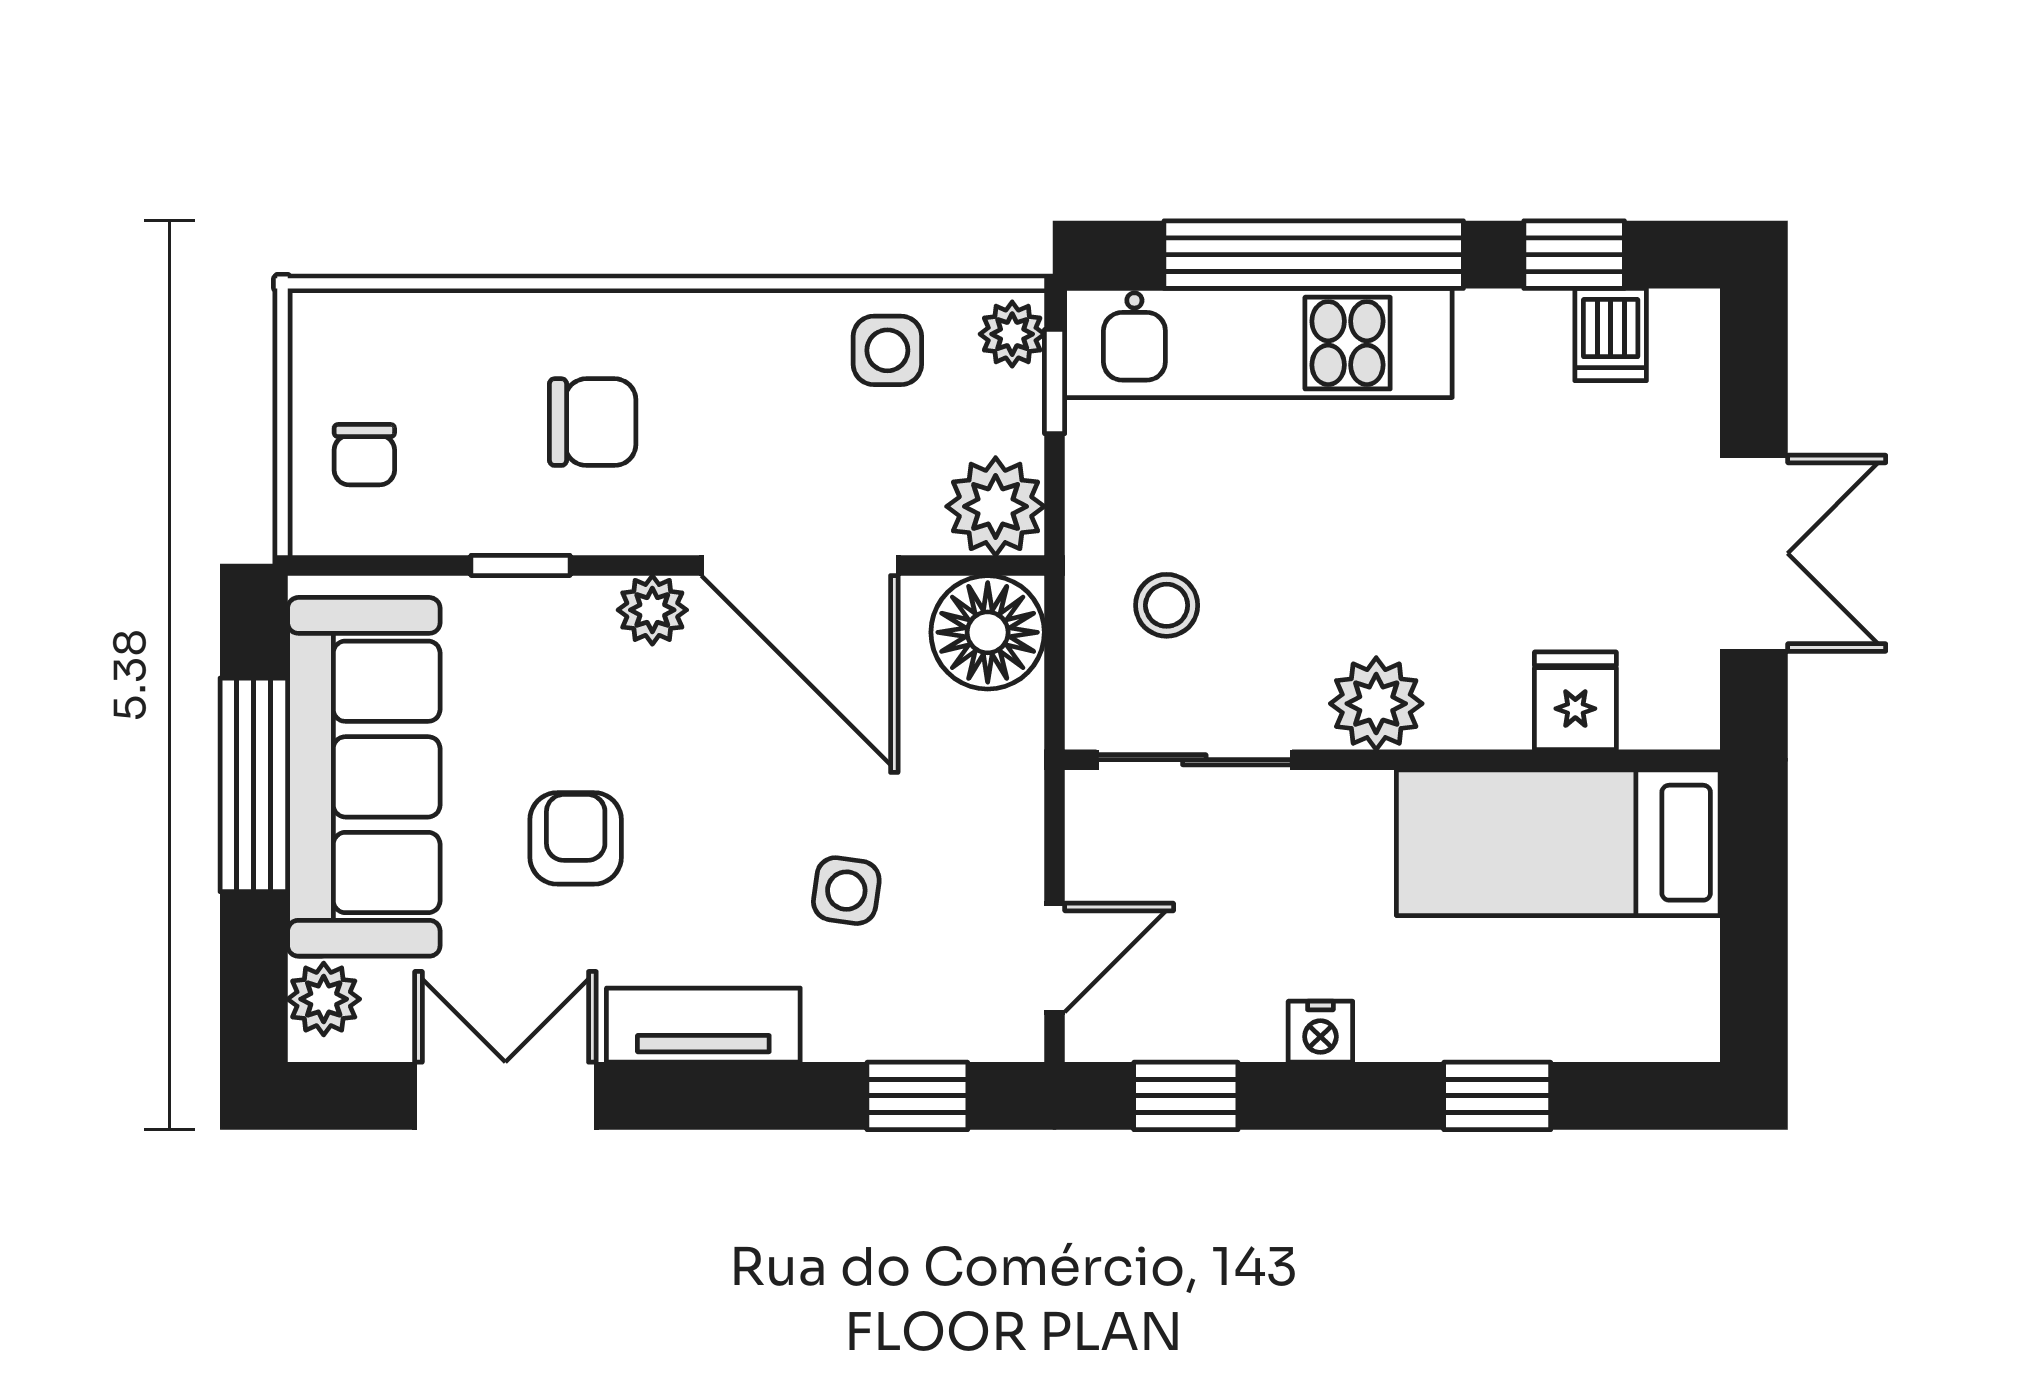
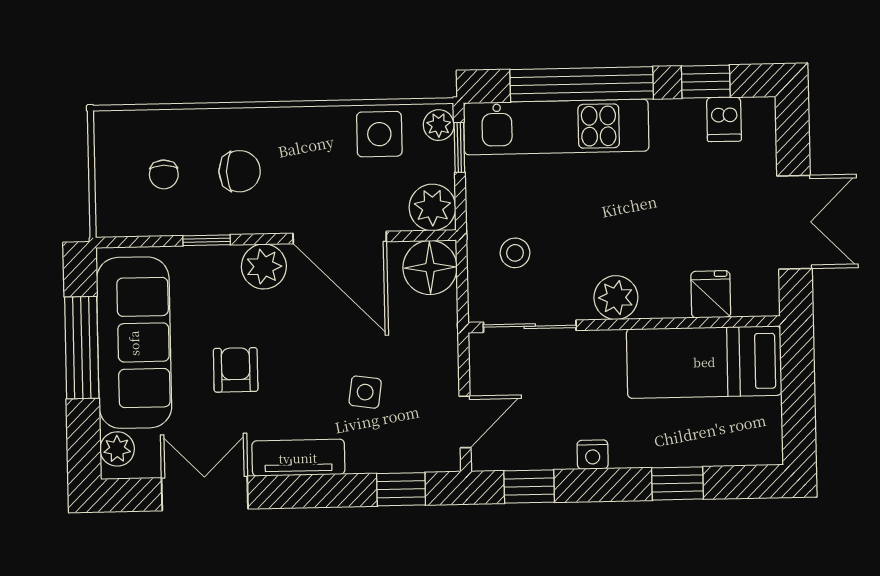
side table: (887, 350) -> (379, 134), width x1.37, depth x1.37
chair: (364, 455) -> (164, 174), moved
plant: (652, 610) -> (264, 266), width x1.38, depth x1.38

